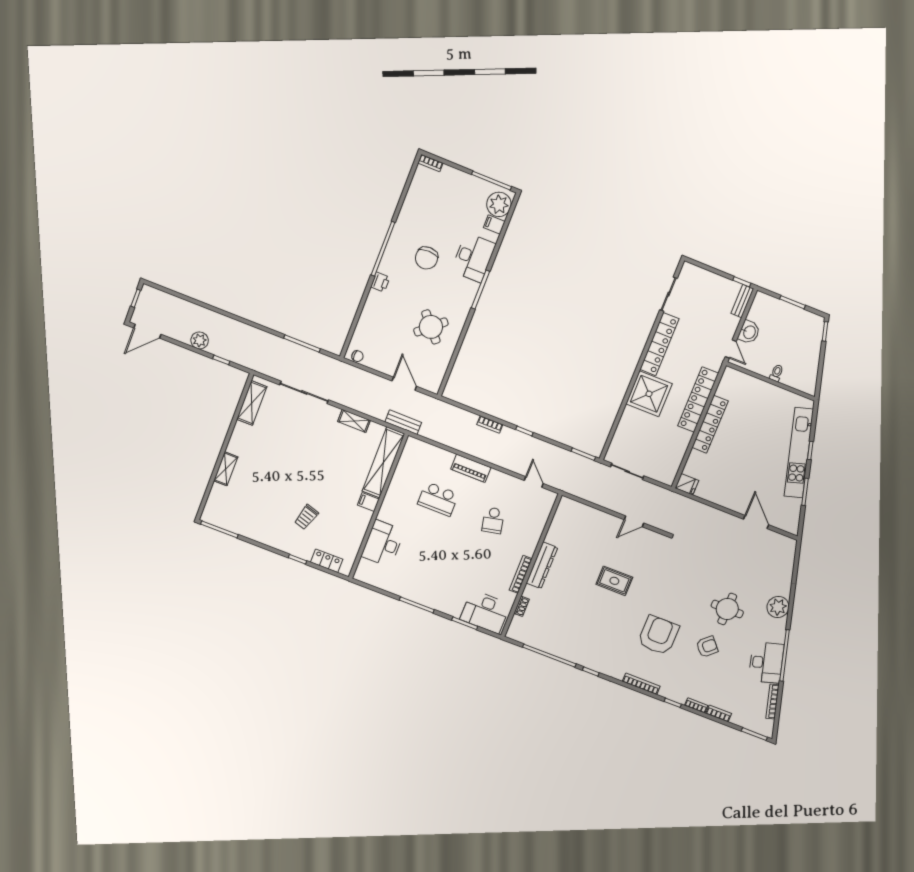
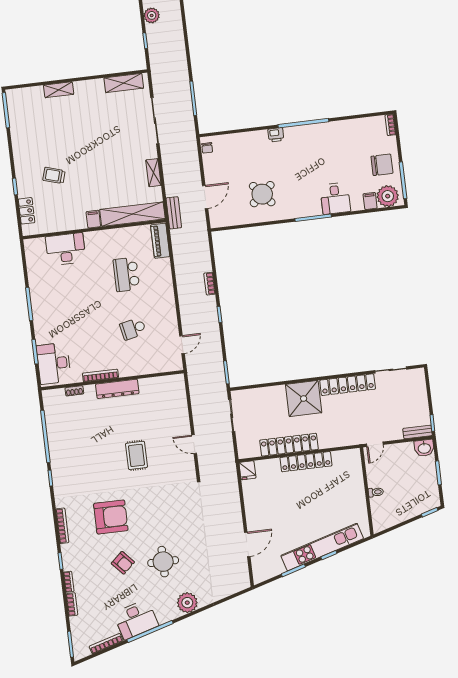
chair: (427, 258) -> (382, 165), moved, turned 180
desk: (473, 258) -> (335, 198), width x0.73
washbasin: (749, 332) -> (424, 448), moved
locker: (698, 400) -> (289, 445), moved
piano: (471, 468) -> (160, 241), moved

